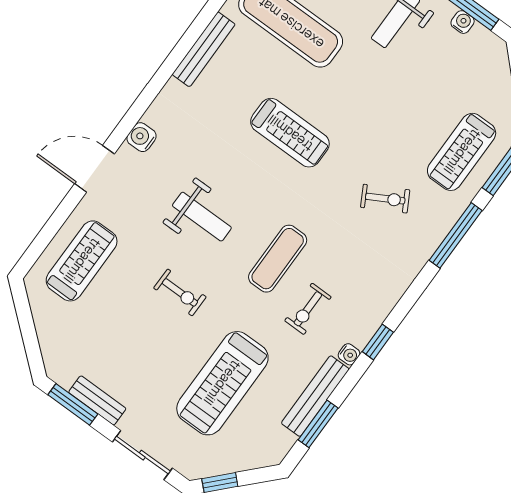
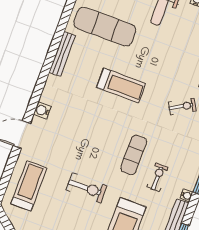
weight bench: (202, 217) -> (87, 144), removed
exercise bike: (180, 292) -> (86, 188), width x1.38, depth x1.39
exercise bike: (308, 309) -> (157, 177), turned 180

